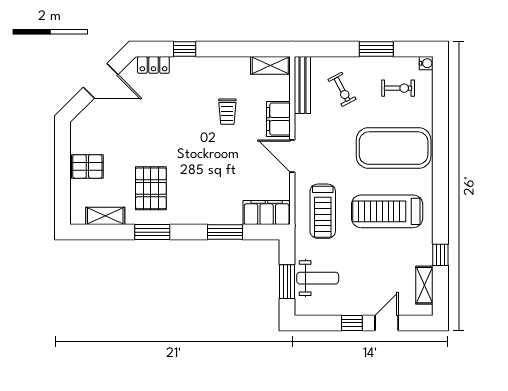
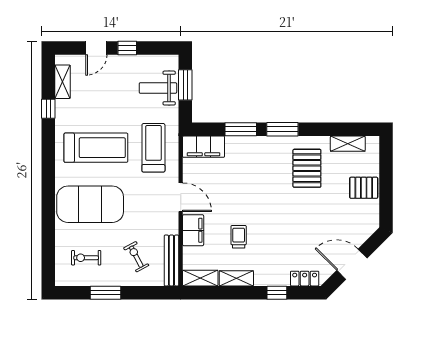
water cooler: (426, 63) -> (61, 280), removed
shelving: (230, 65) -> (236, 278), added
window: (152, 232) -> (282, 129), moved

